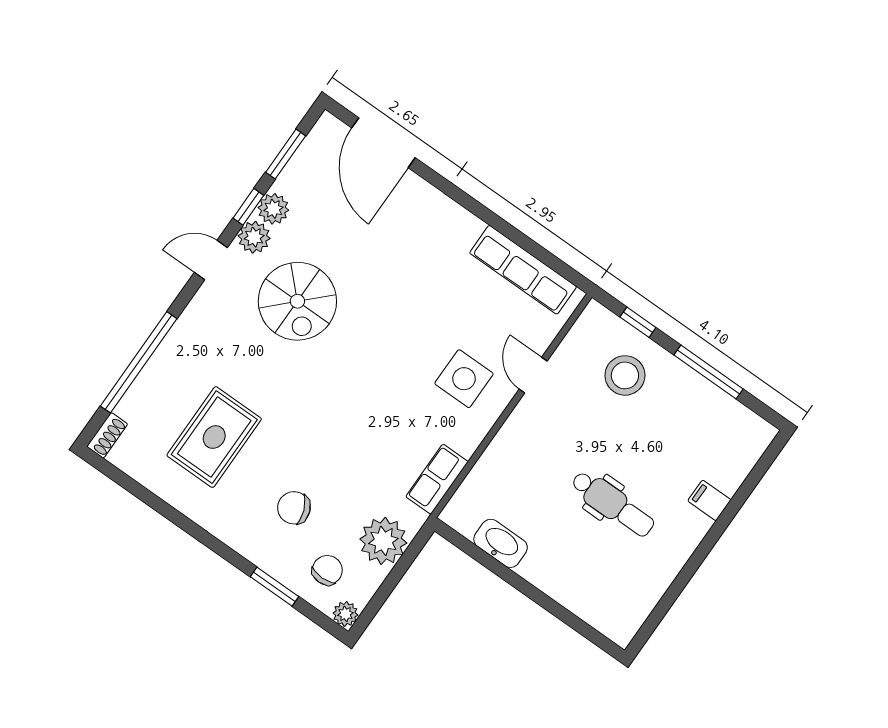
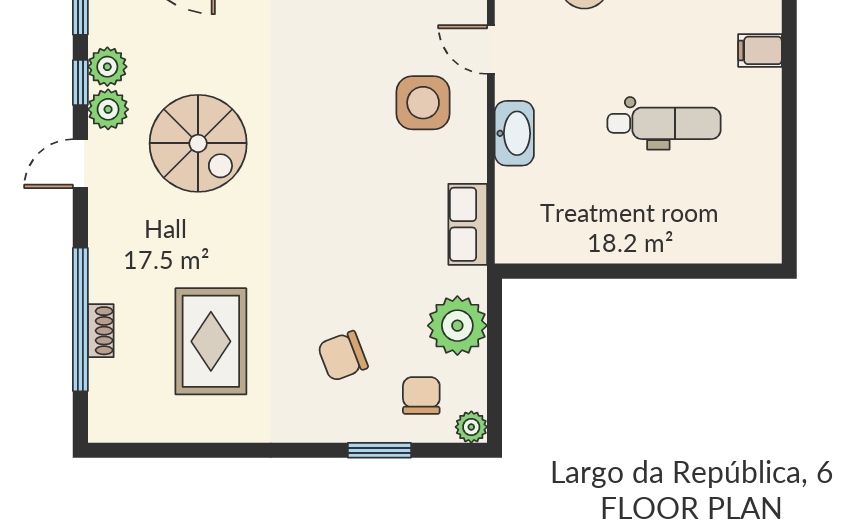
shoe rack: (107, 435) -> (101, 331), moved
washbasin: (501, 543) -> (514, 133), moved, turned 90

